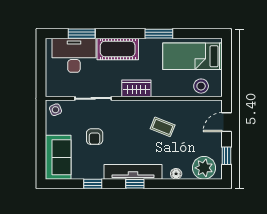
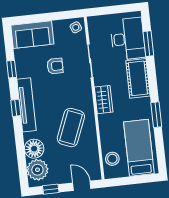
coffee table: (163, 127) -> (71, 128), width x1.86, depth x1.72
armchair: (95, 137) -> (55, 66), turned 180
floor lamp: (176, 174) -> (34, 149), width x1.89, depth x1.89

